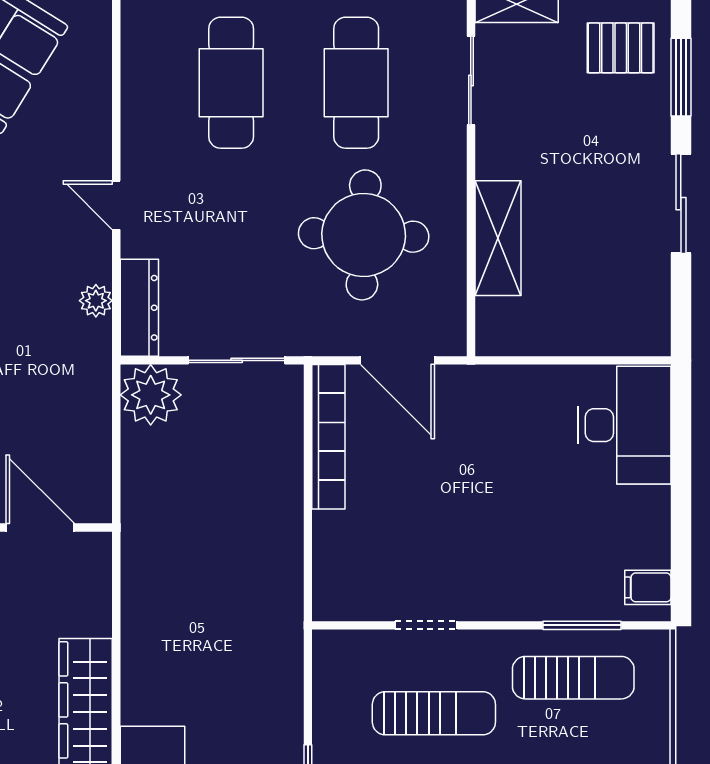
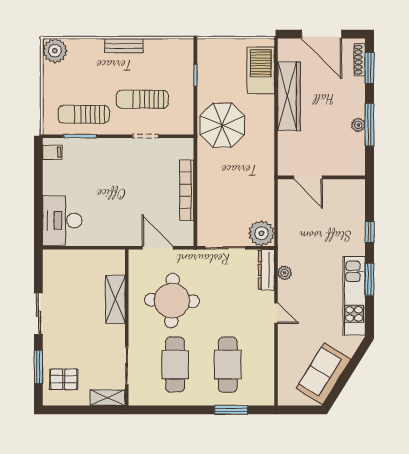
bookcase: (328, 437) -> (187, 190), moved
parasol: (244, 651) -> (222, 125), added

